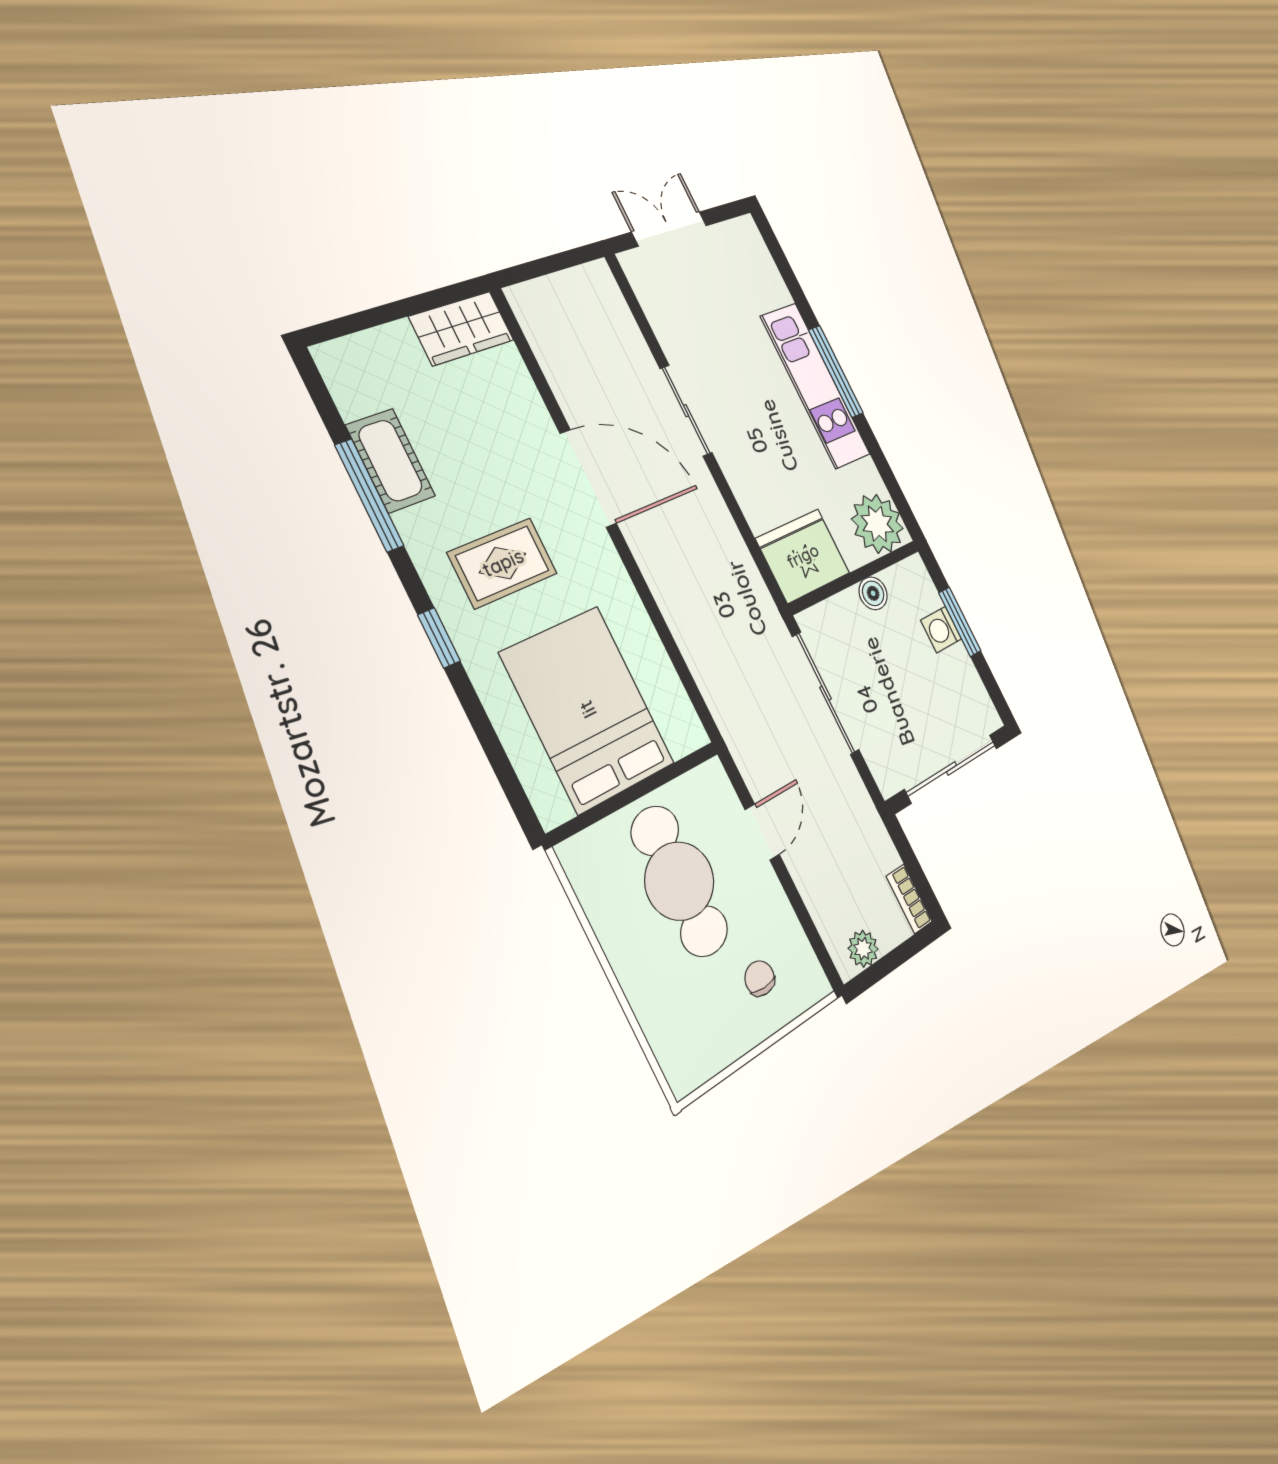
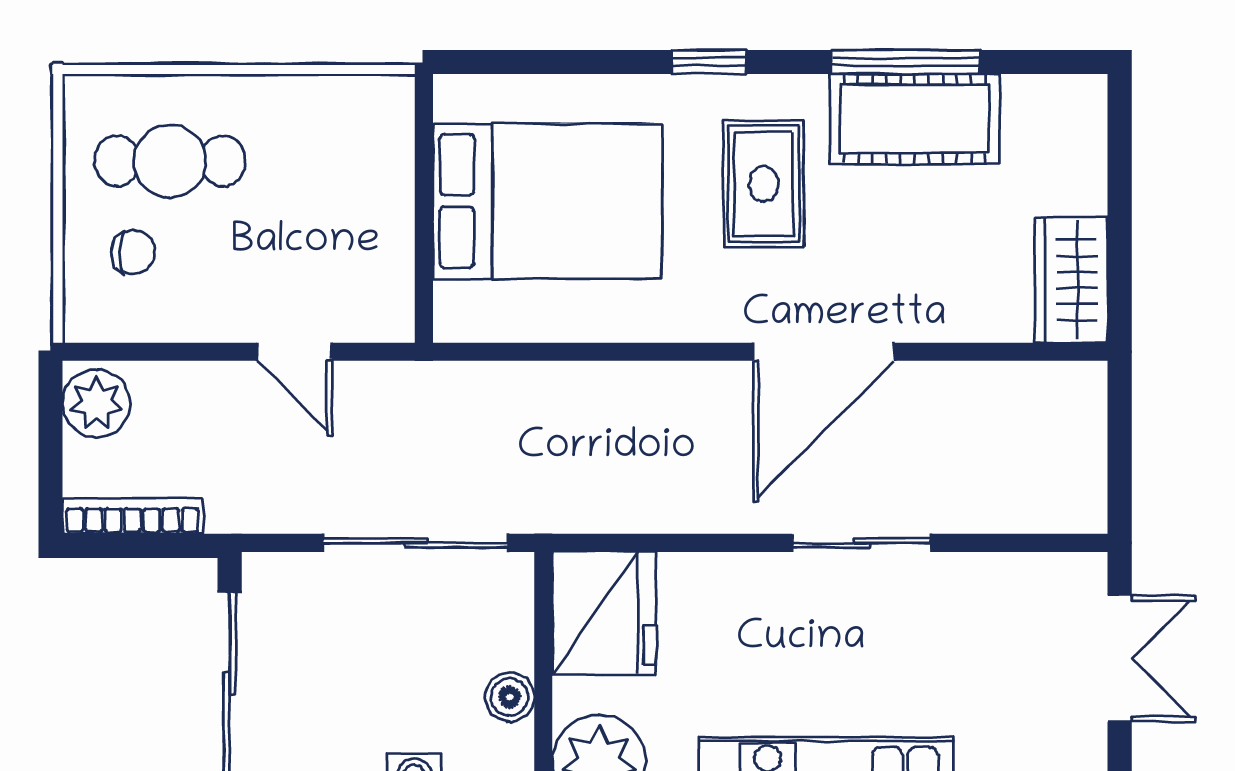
cot: (390, 461) -> (915, 119), width x1.37, depth x1.34
cafe table: (679, 881) -> (170, 161), moved, width x0.73, depth x0.74
bookcase: (909, 899) -> (132, 516), width x1.56
plant: (863, 949) -> (96, 403), width x1.38, depth x1.38

